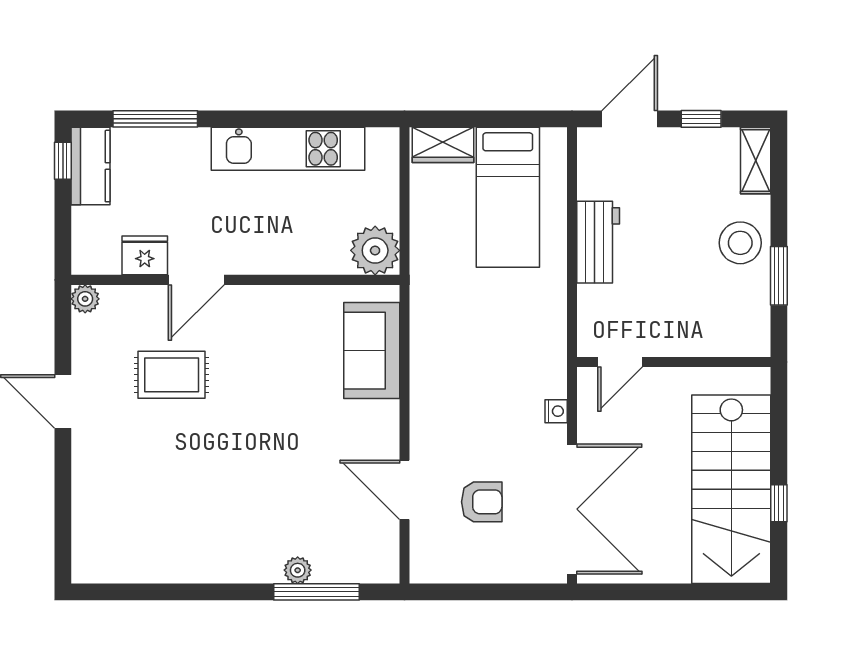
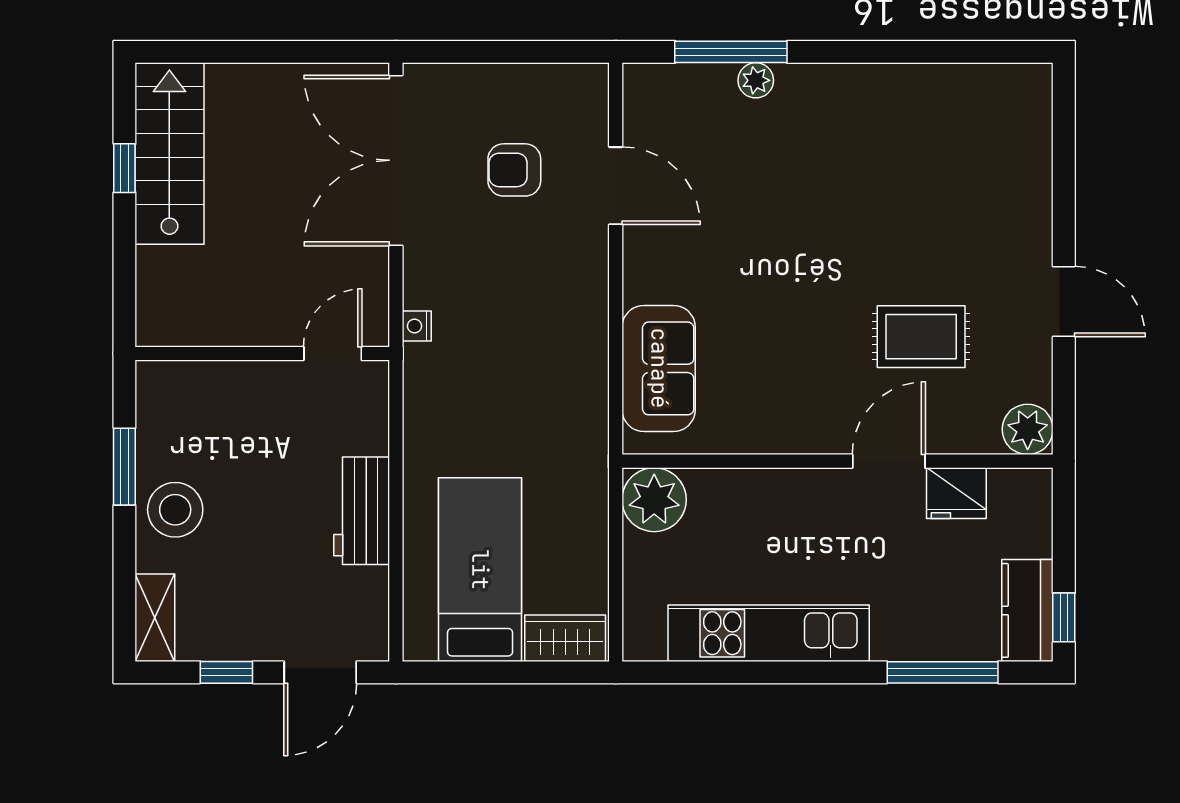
plant: (85, 299) -> (1028, 429), width x1.38, depth x1.38
nightstand: (556, 411) -> (417, 326), moved
stairs: (731, 489) -> (169, 153), width x0.73, depth x0.66

